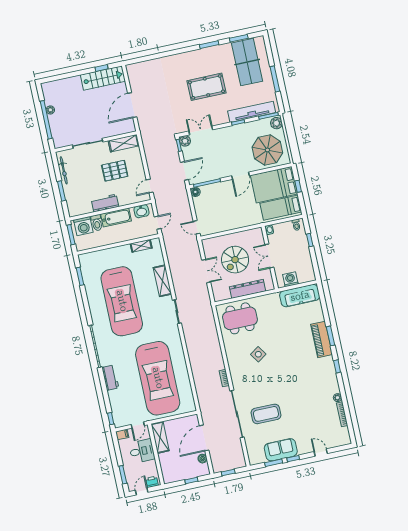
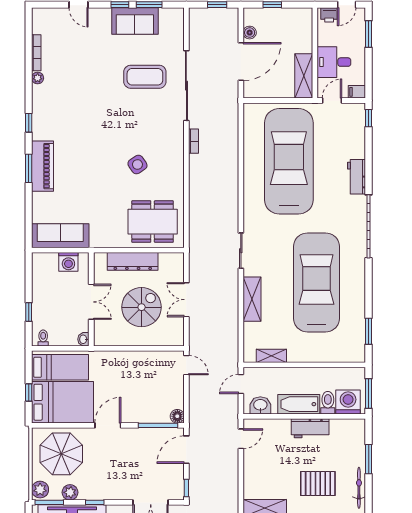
plant: (185, 141) -> (70, 492), moved
pallet: (115, 171) -> (318, 484), moved

